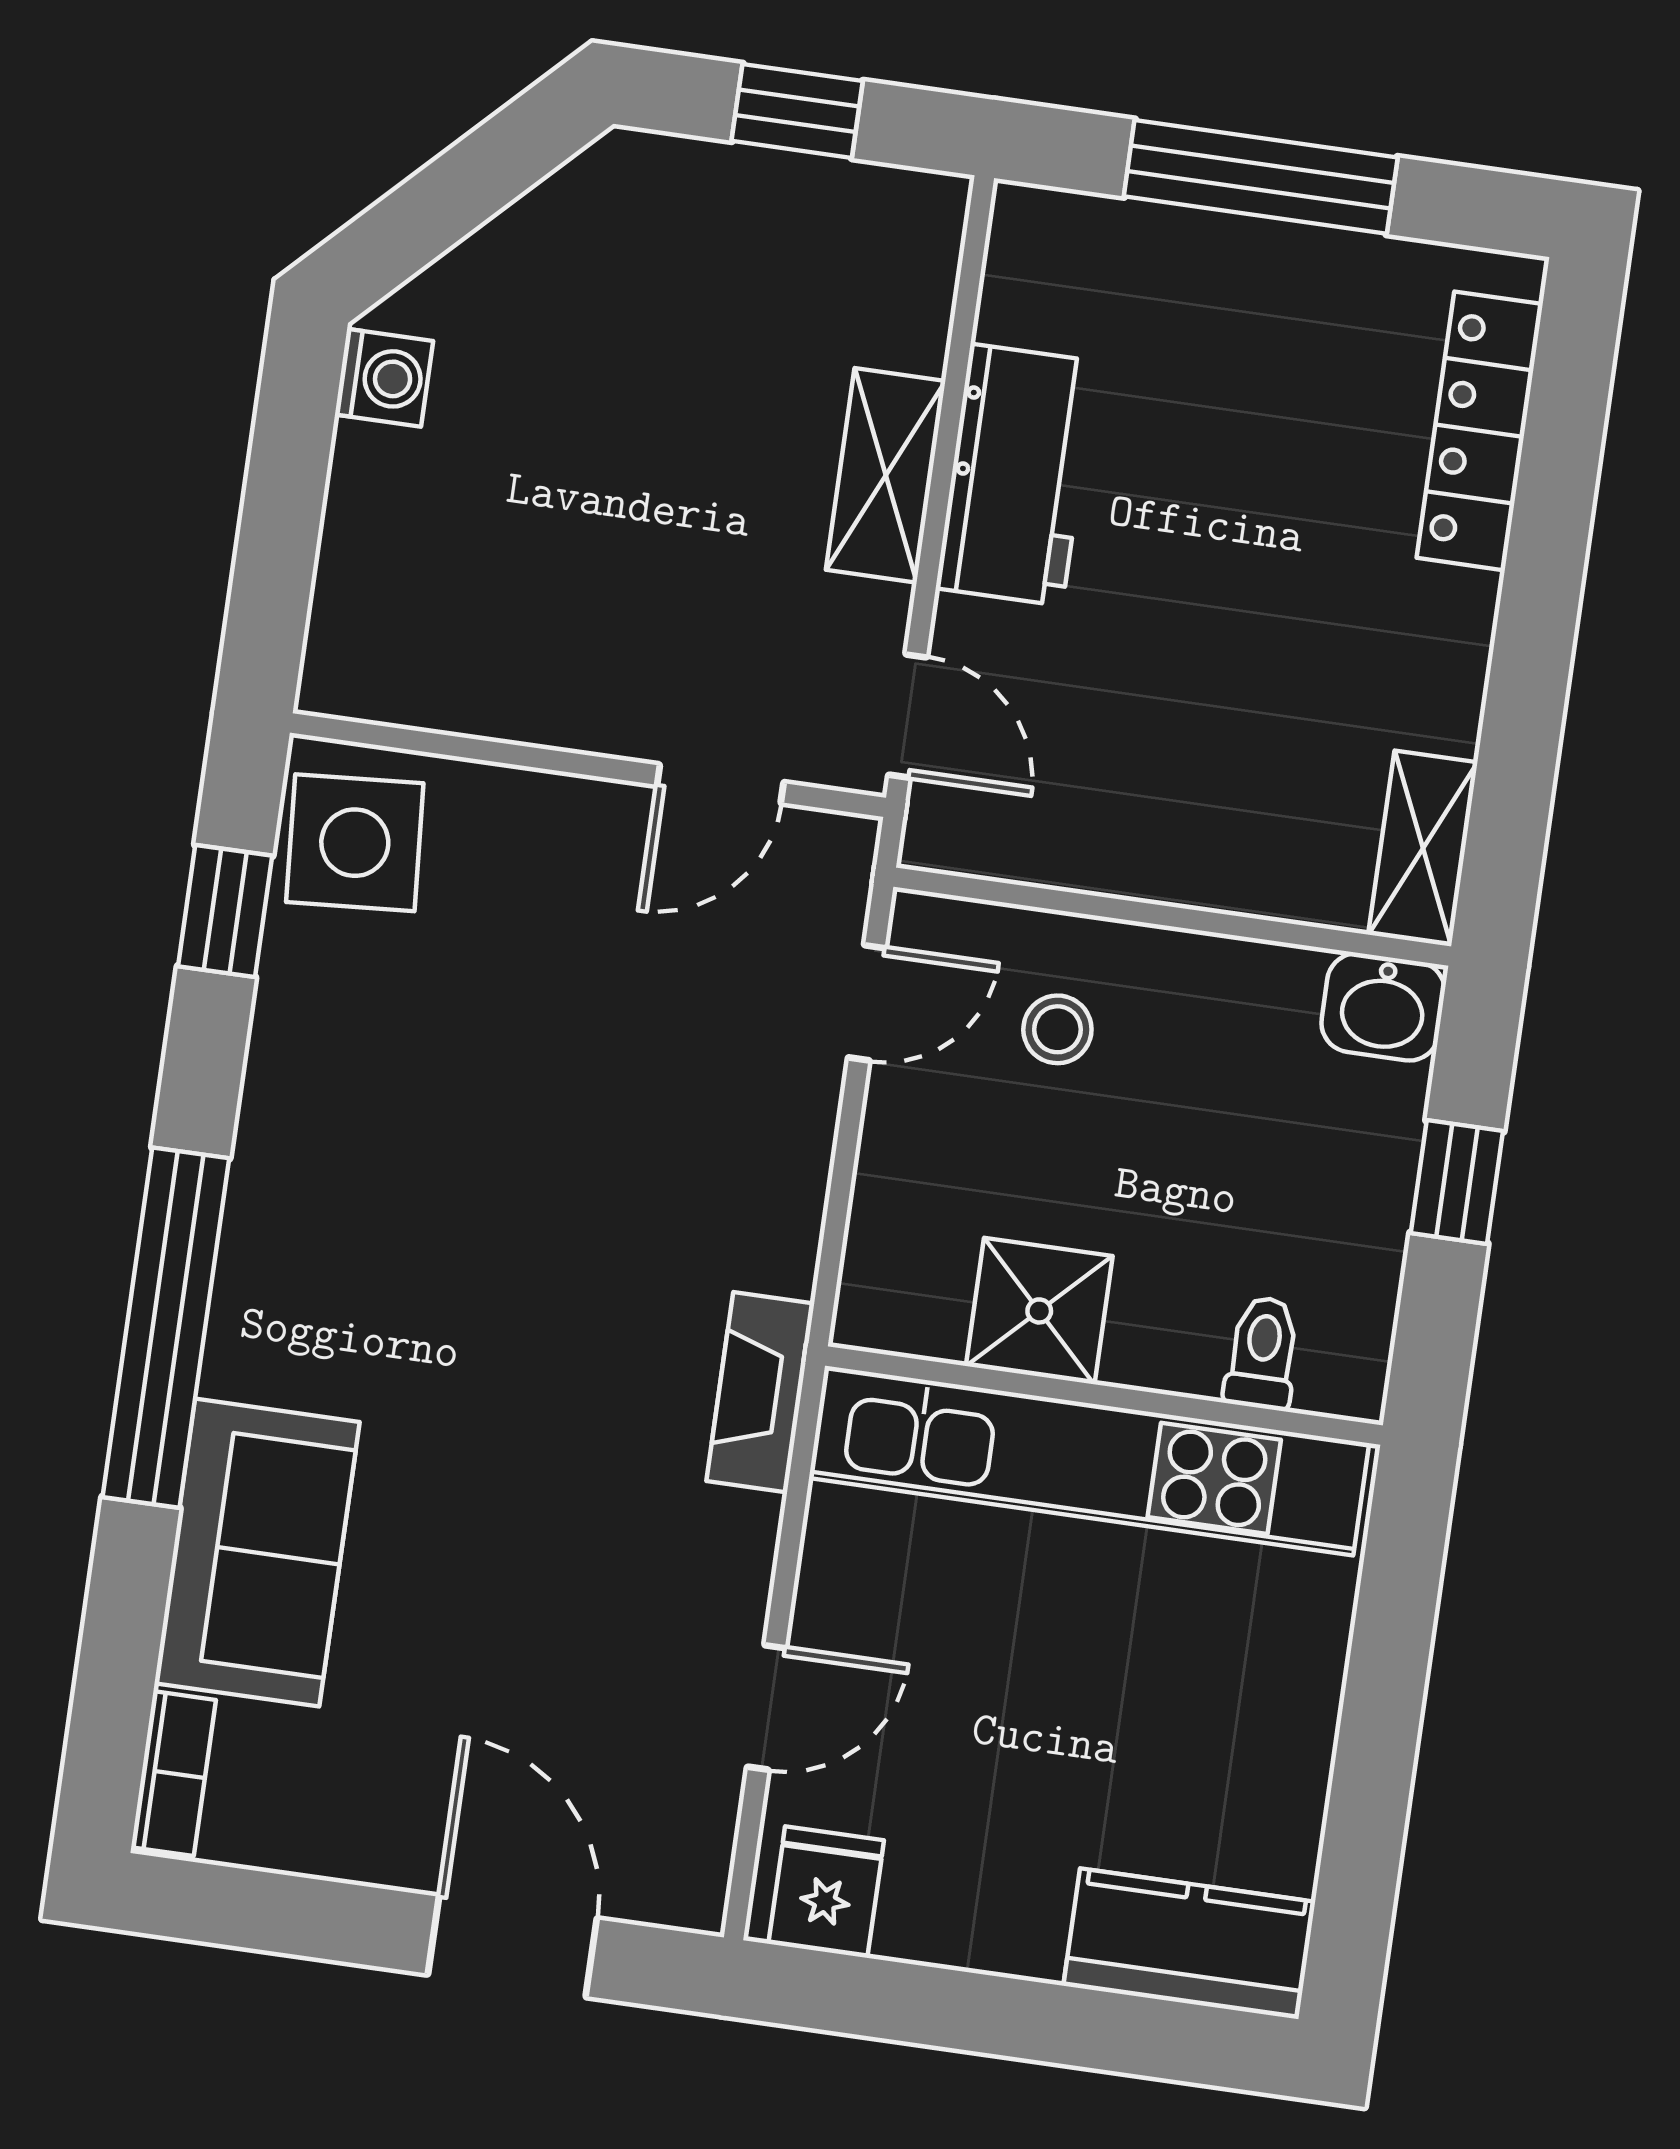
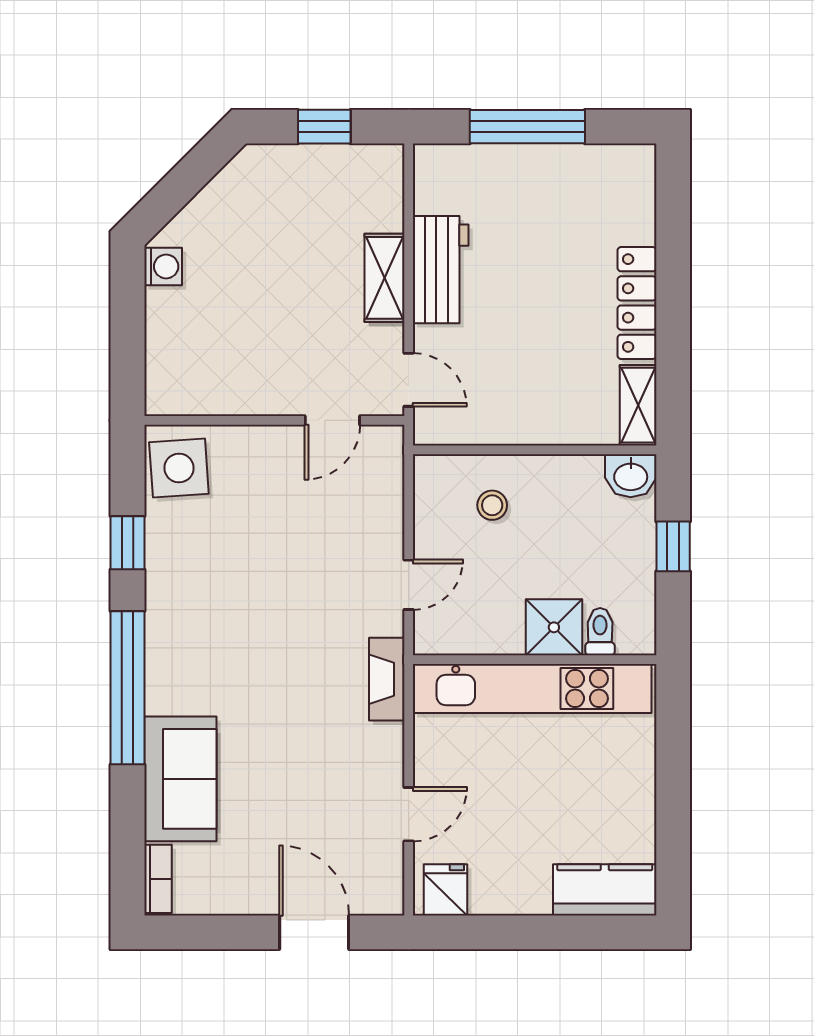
locker: (1480, 431) -> (637, 303), moved
window: (225, 911) -> (127, 543), moved
door: (867, 1003) -> (409, 585), moved
shower: (1039, 1311) -> (554, 627), moved

